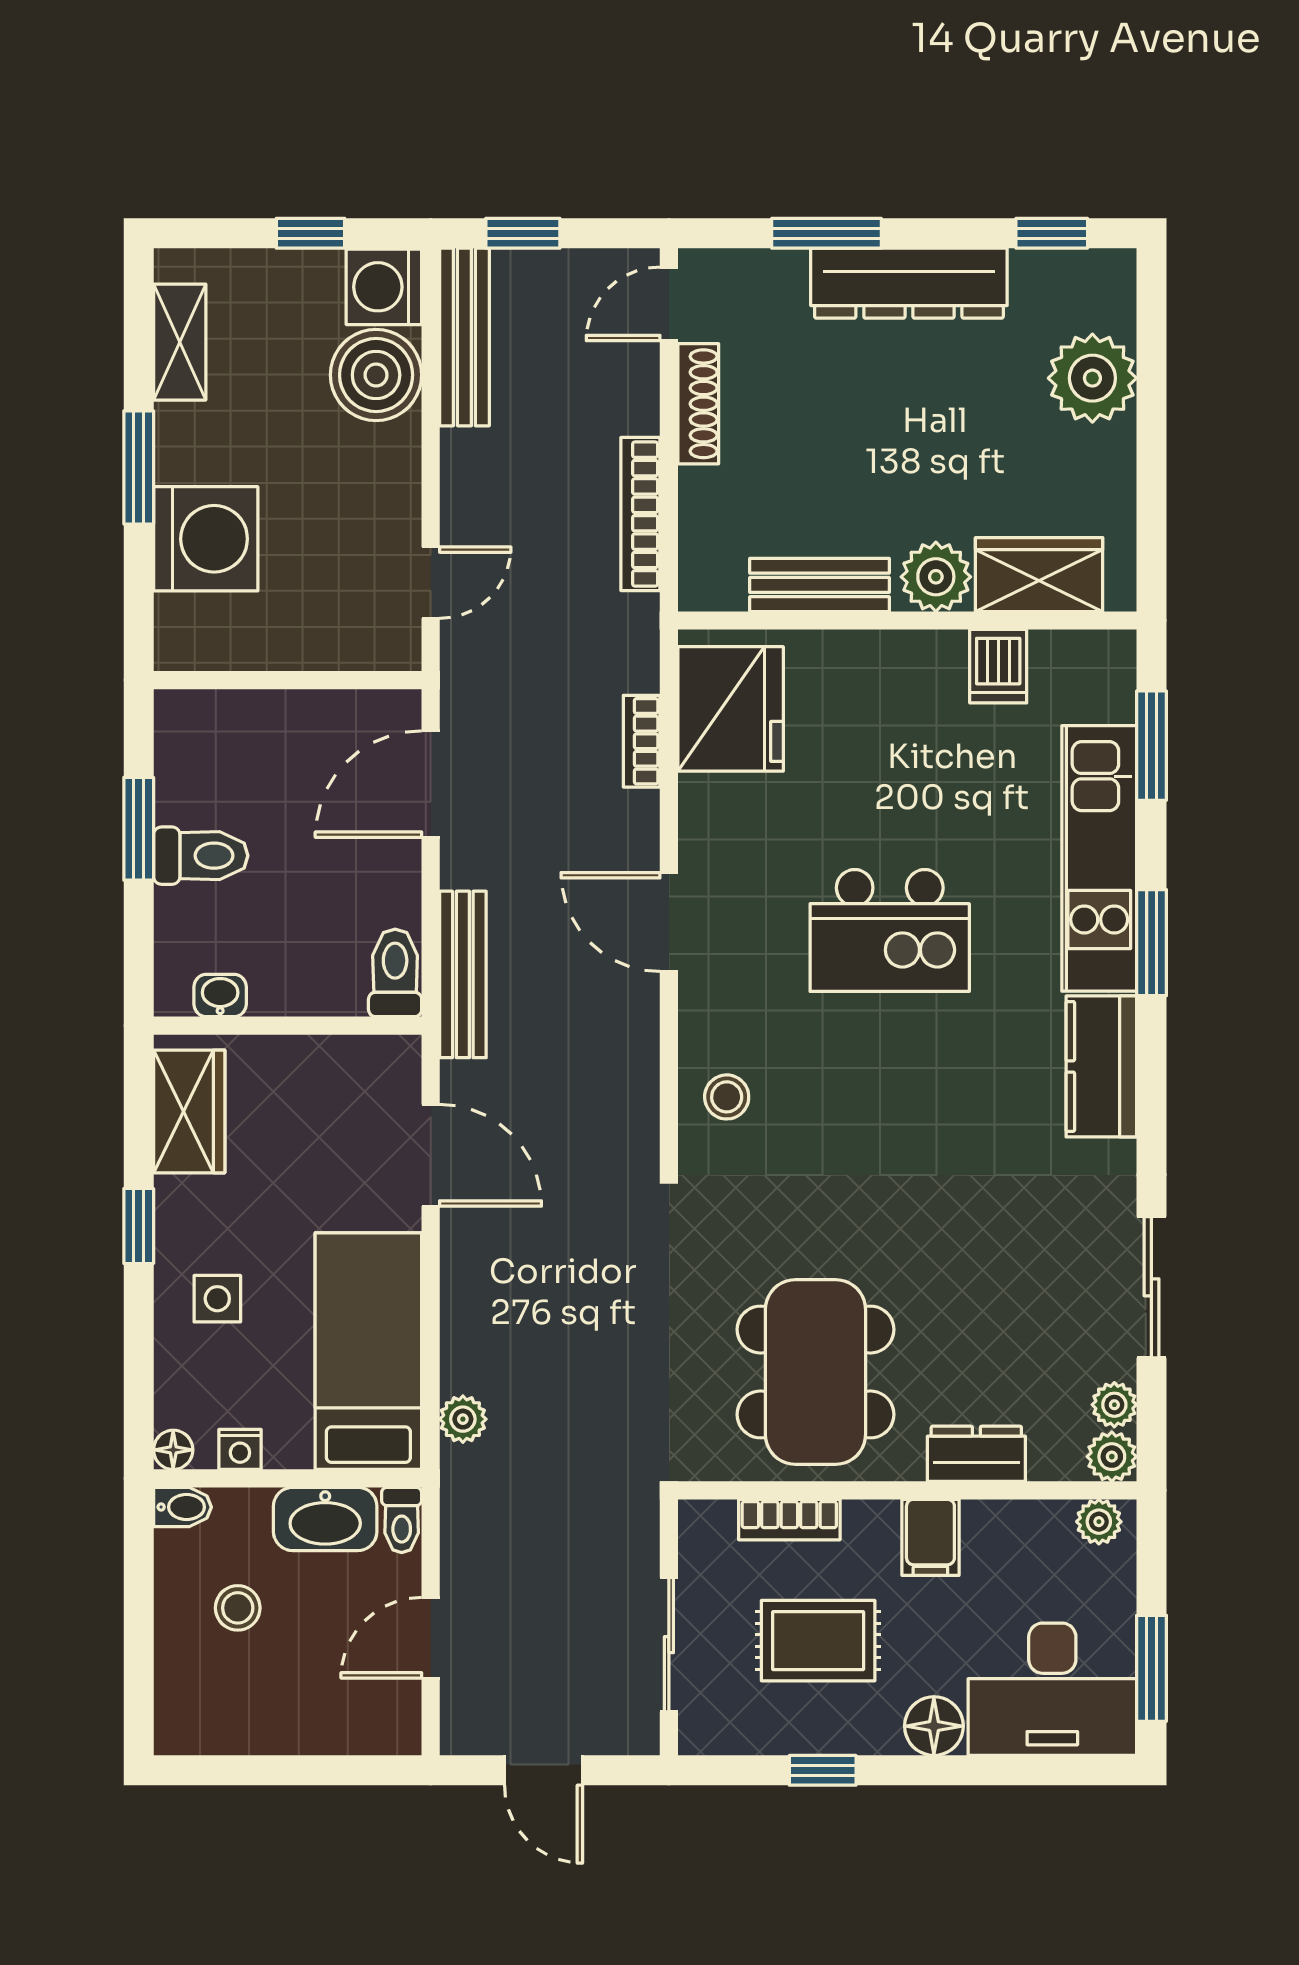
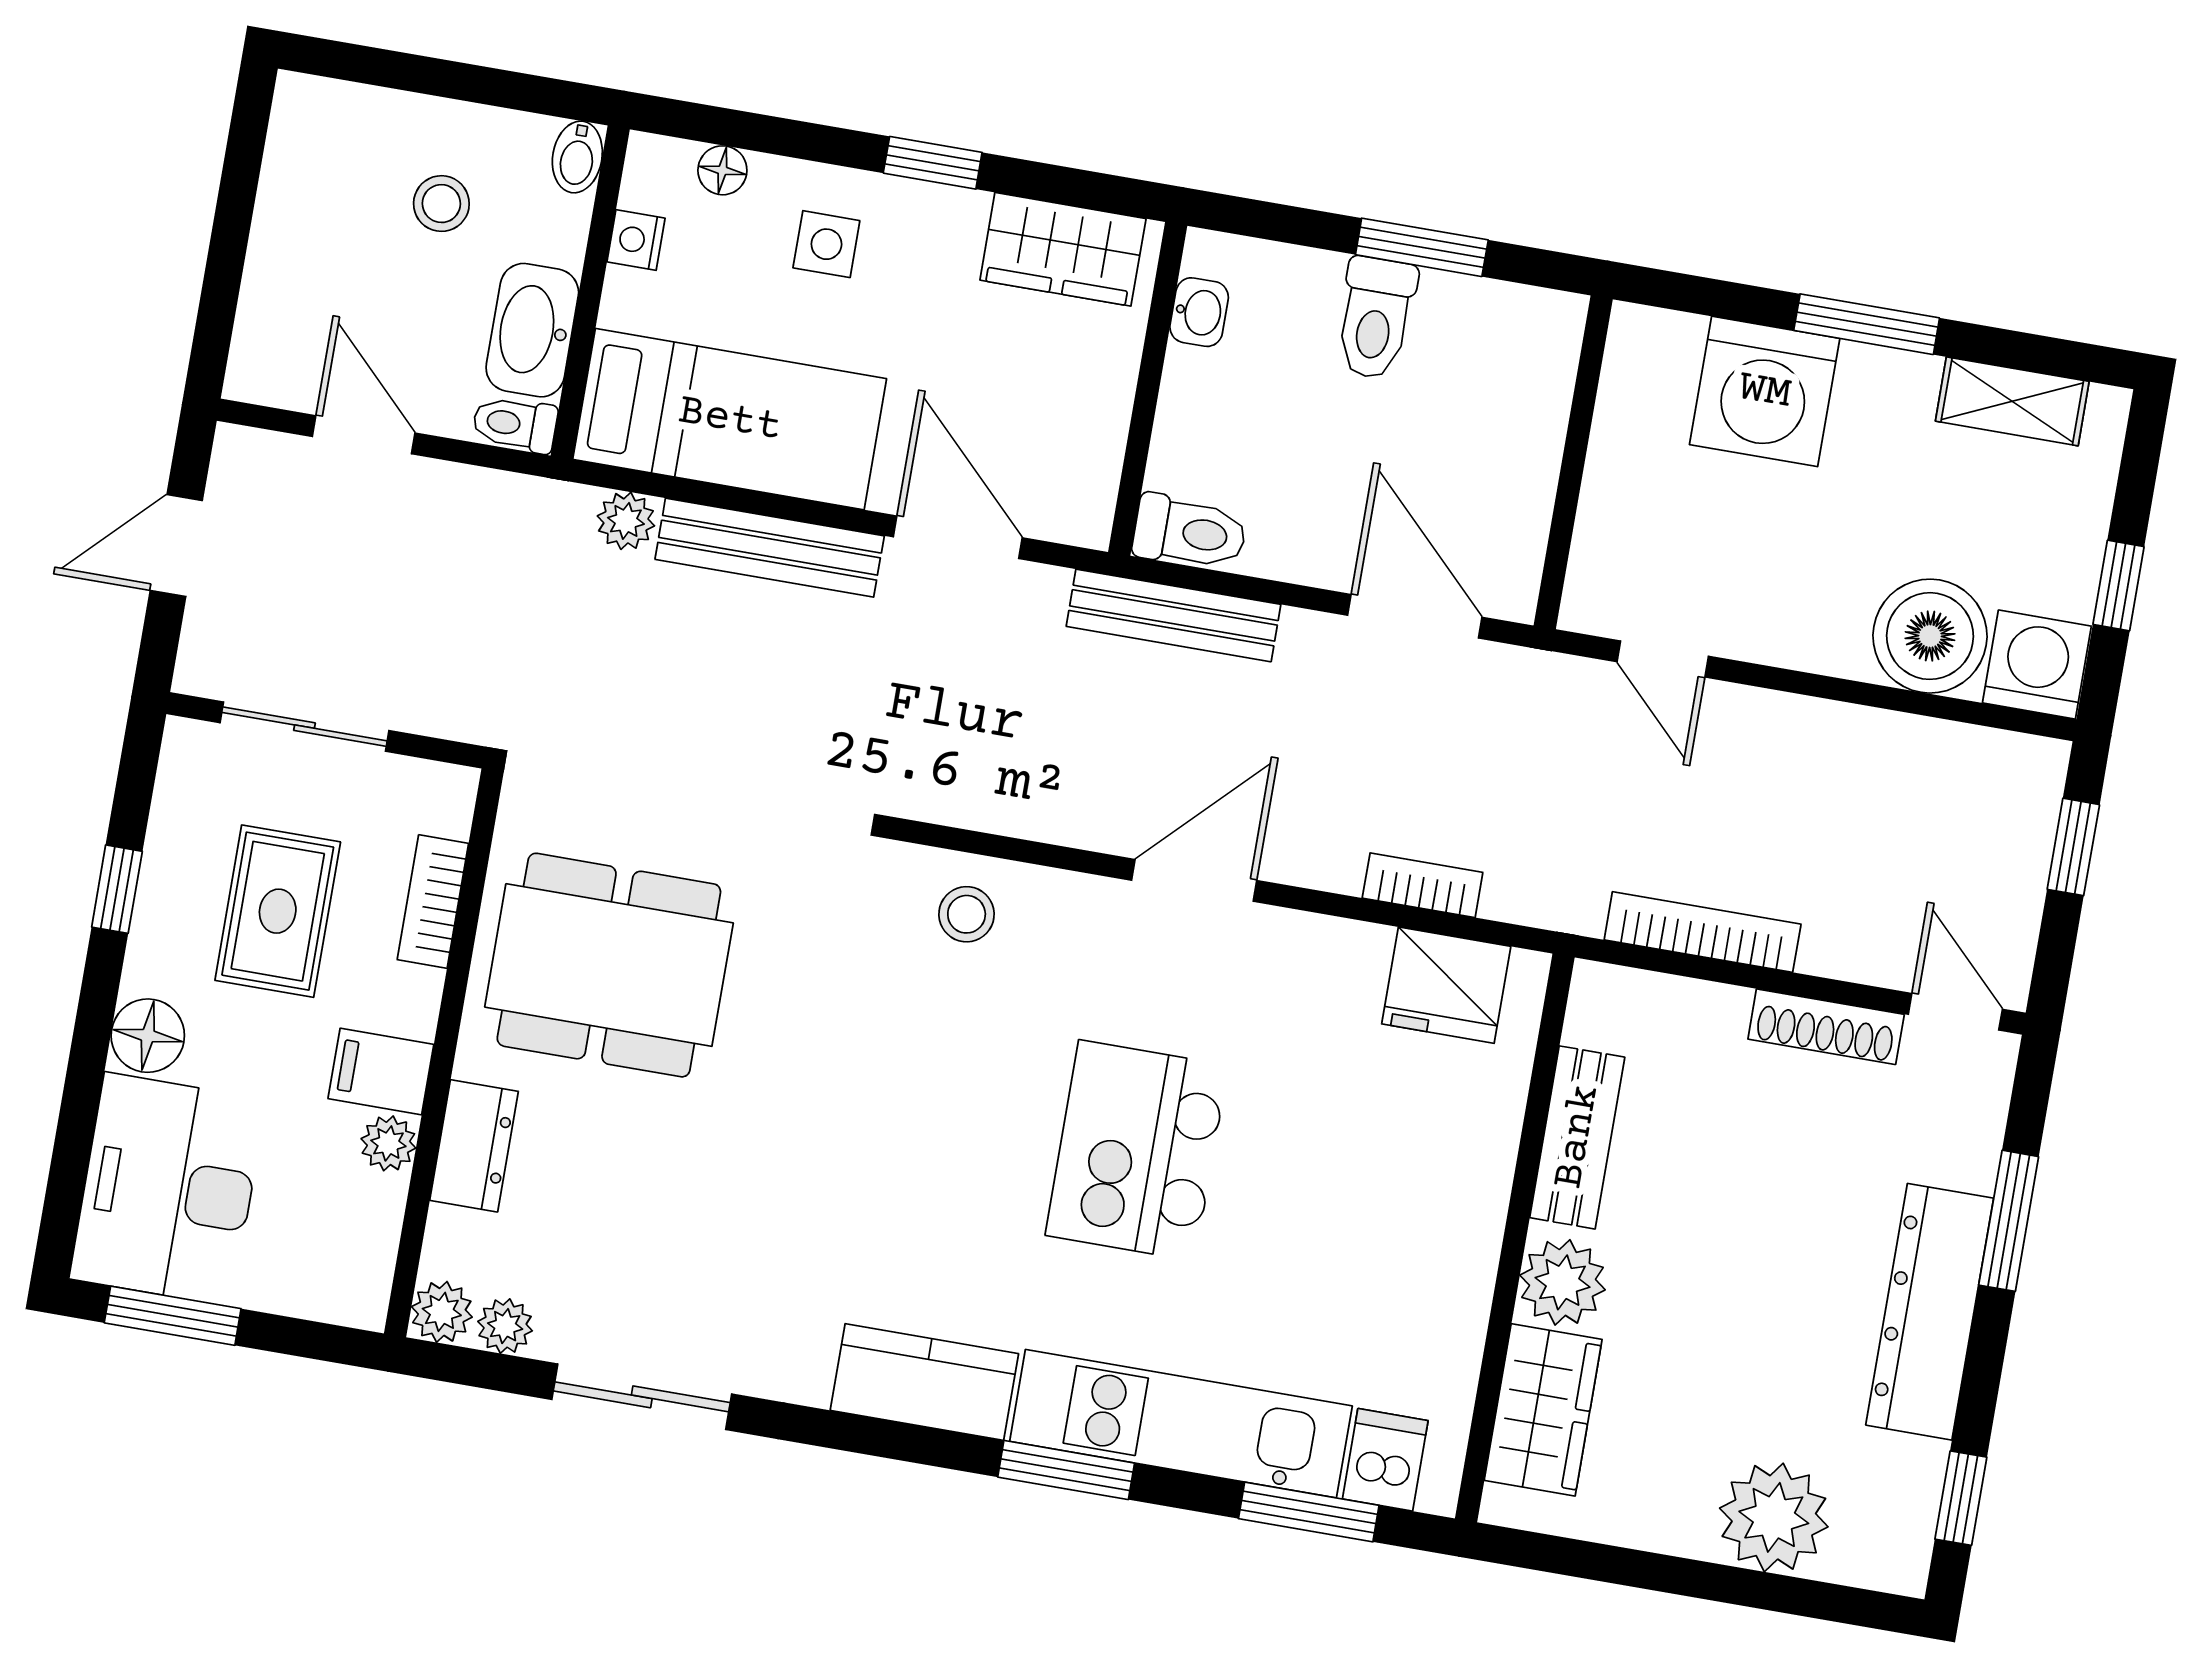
bench: (464, 337) -> (770, 548), moved
dishwasher: (998, 666) -> (1385, 1460), moved, turned 90
fridge: (731, 709) -> (1446, 985), width x0.73, depth x0.75
door: (431, 1155) -> (958, 537), swing flipped
floor lamp: (173, 1450) -> (722, 170), moved
plant: (1099, 1522) -> (388, 1143), moved

